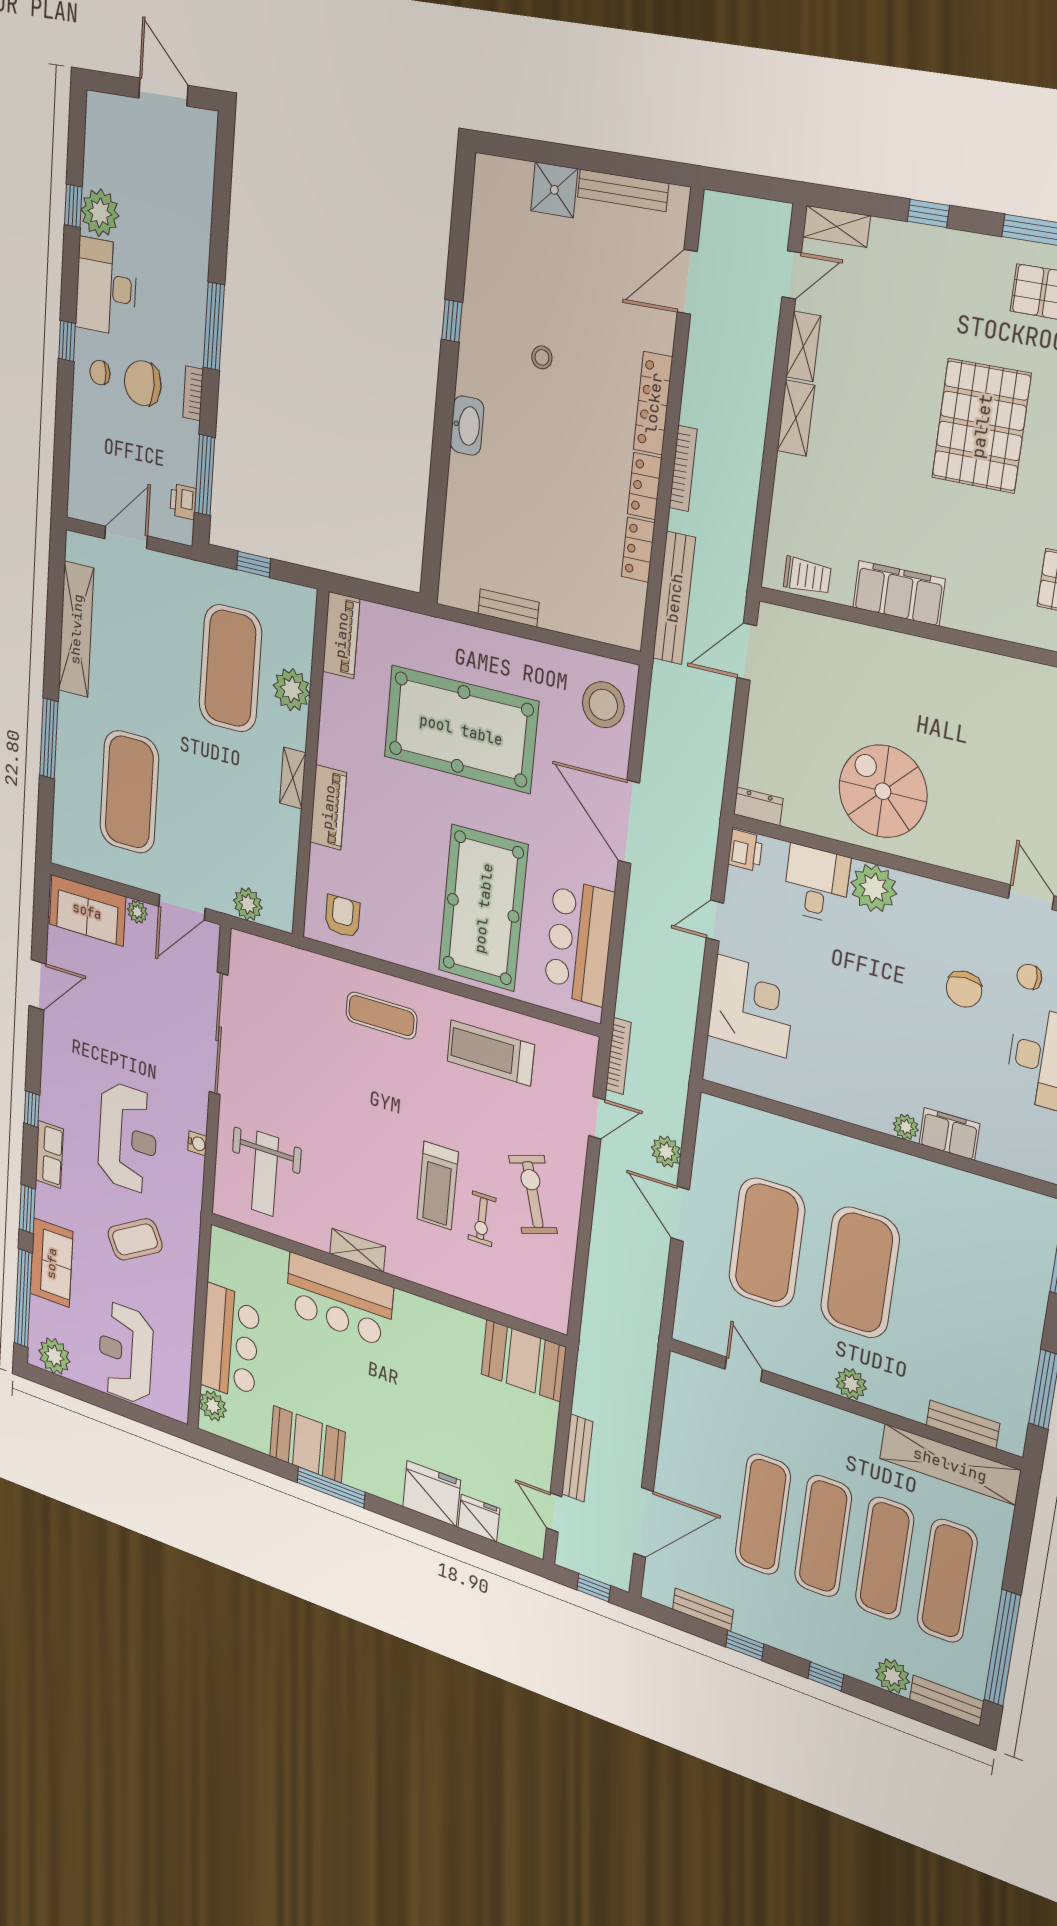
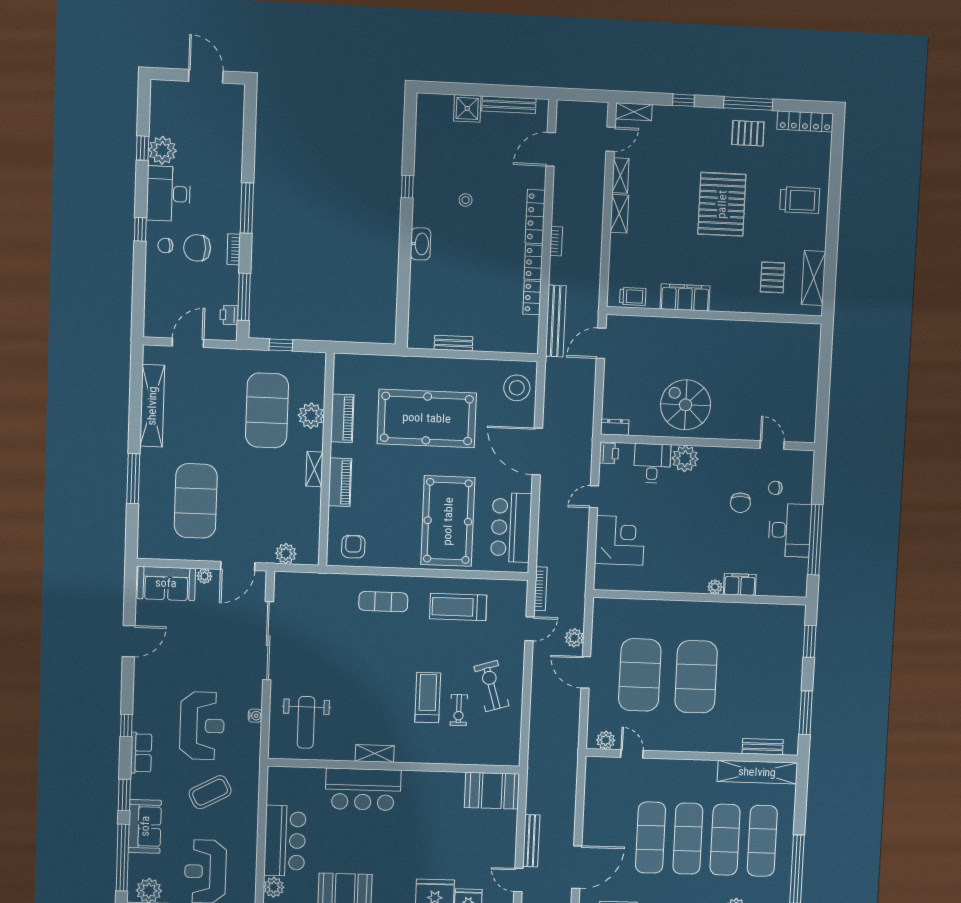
bookcase: (683, 468) -> (556, 241), width x0.64
piano: (341, 635) -> (342, 418), moved
treadmill: (438, 1186) -> (428, 698), turned 180
plant: (851, 1384) -> (606, 740), moved

